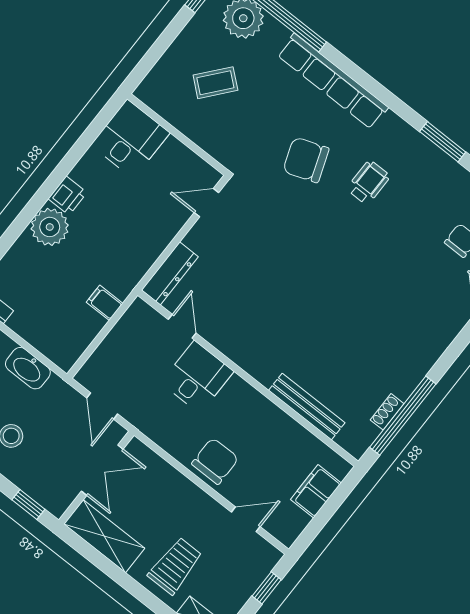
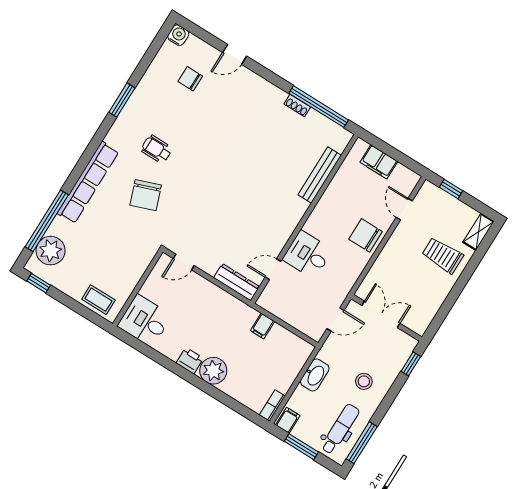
coffee table: (215, 83) -> (98, 300), moved, turned -40
door: (206, 203) -> (184, 262), hinge flipped
shoe rack: (387, 412) -> (297, 106), moved
shelving: (104, 536) -> (427, 308), removed

